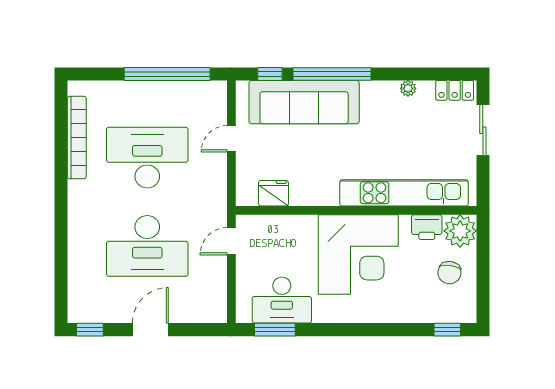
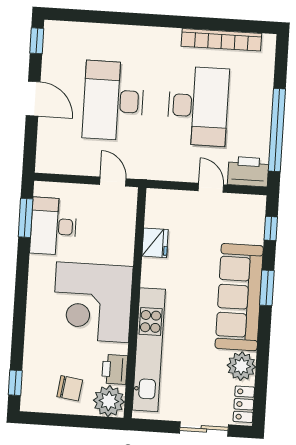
window: (332, 74) -> (267, 288), width x0.47
plant: (408, 88) -> (241, 366), width x1.88, depth x1.88
printer: (212, 101) -> (248, 172), added
sofa: (304, 102) -> (239, 297), moved
fridge: (273, 193) -> (155, 243), moved
chair: (449, 273) -> (70, 388), turned 180

